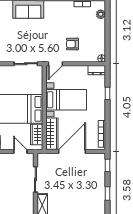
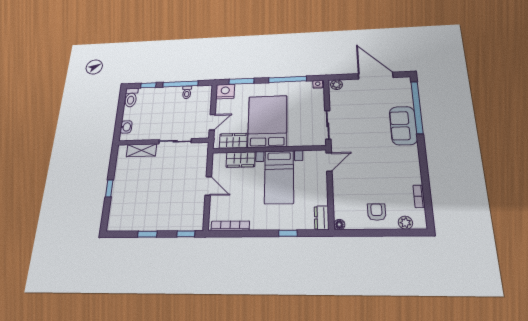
armchair: (72, 44) -> (377, 212), moved
door: (55, 64) -> (329, 162), swing flipped
wardrobe: (52, 134) -> (241, 160), width x0.67
door: (72, 151) -> (208, 186), width x0.53

